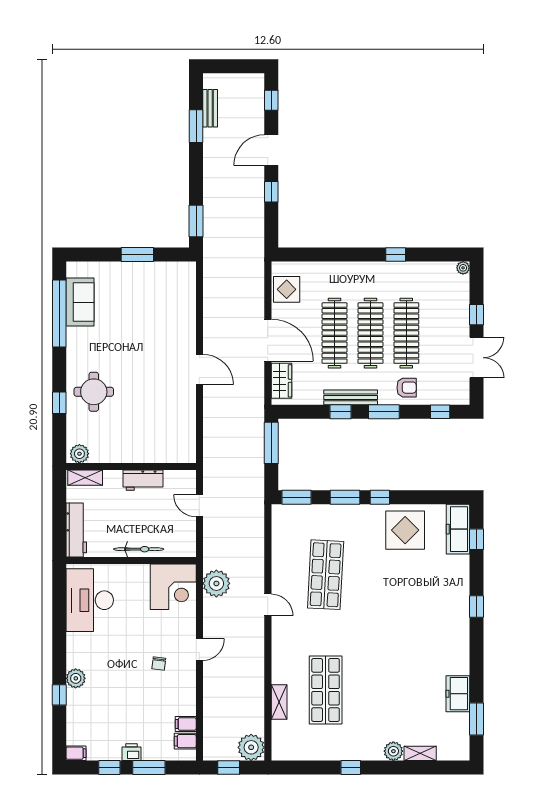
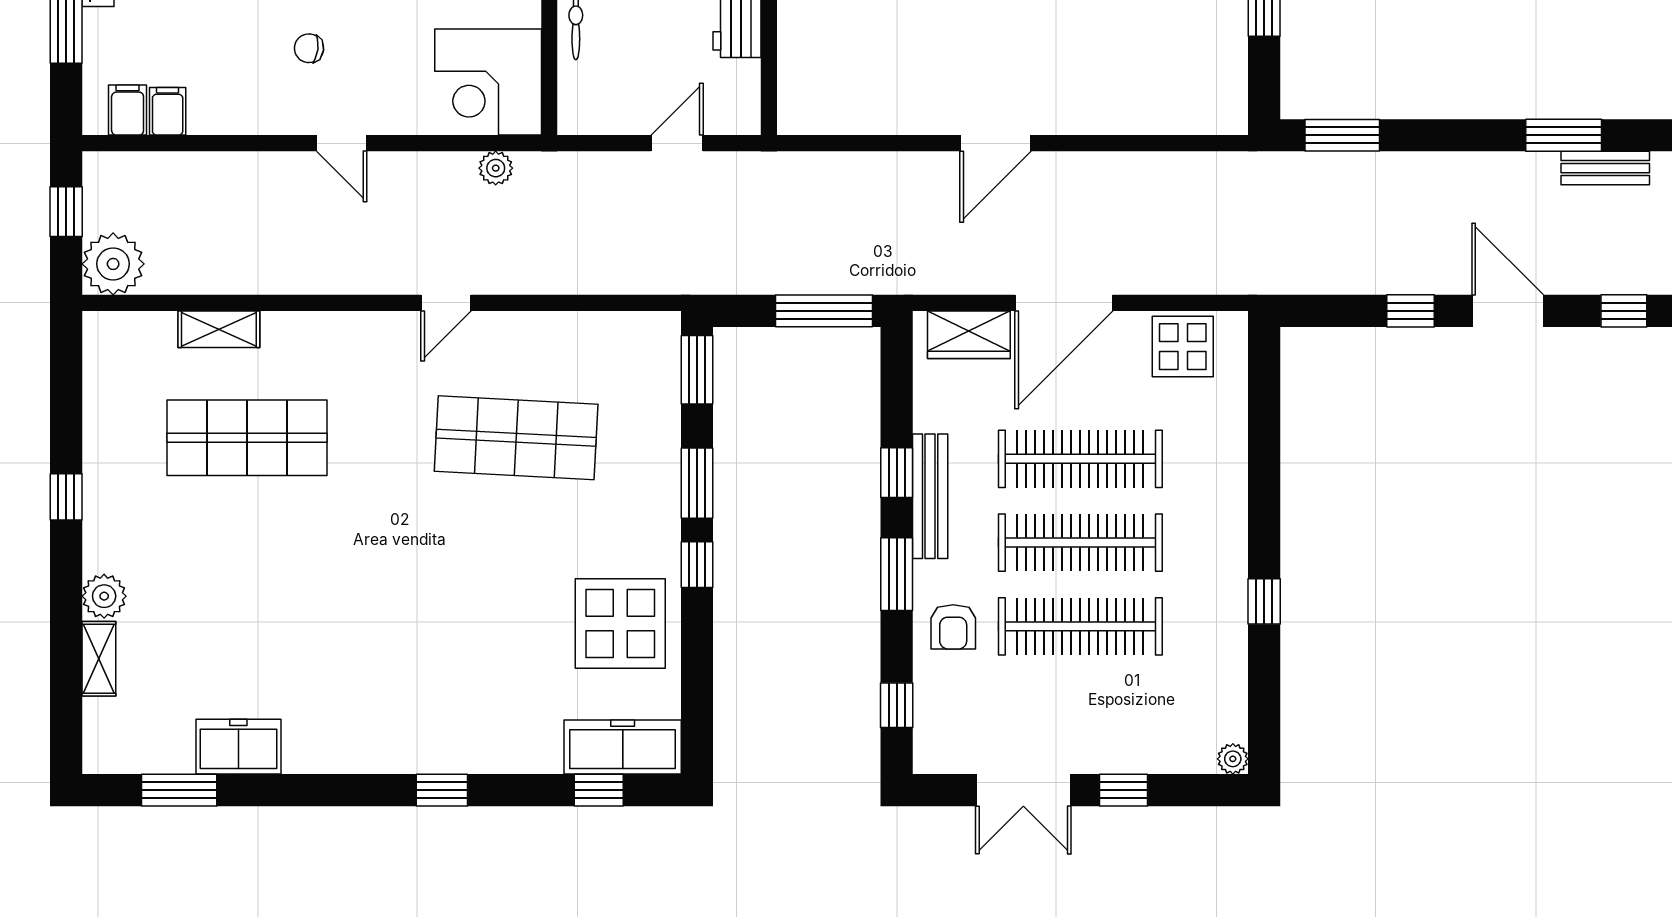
plant: (216, 583) -> (496, 168), width x0.53, depth x0.53

